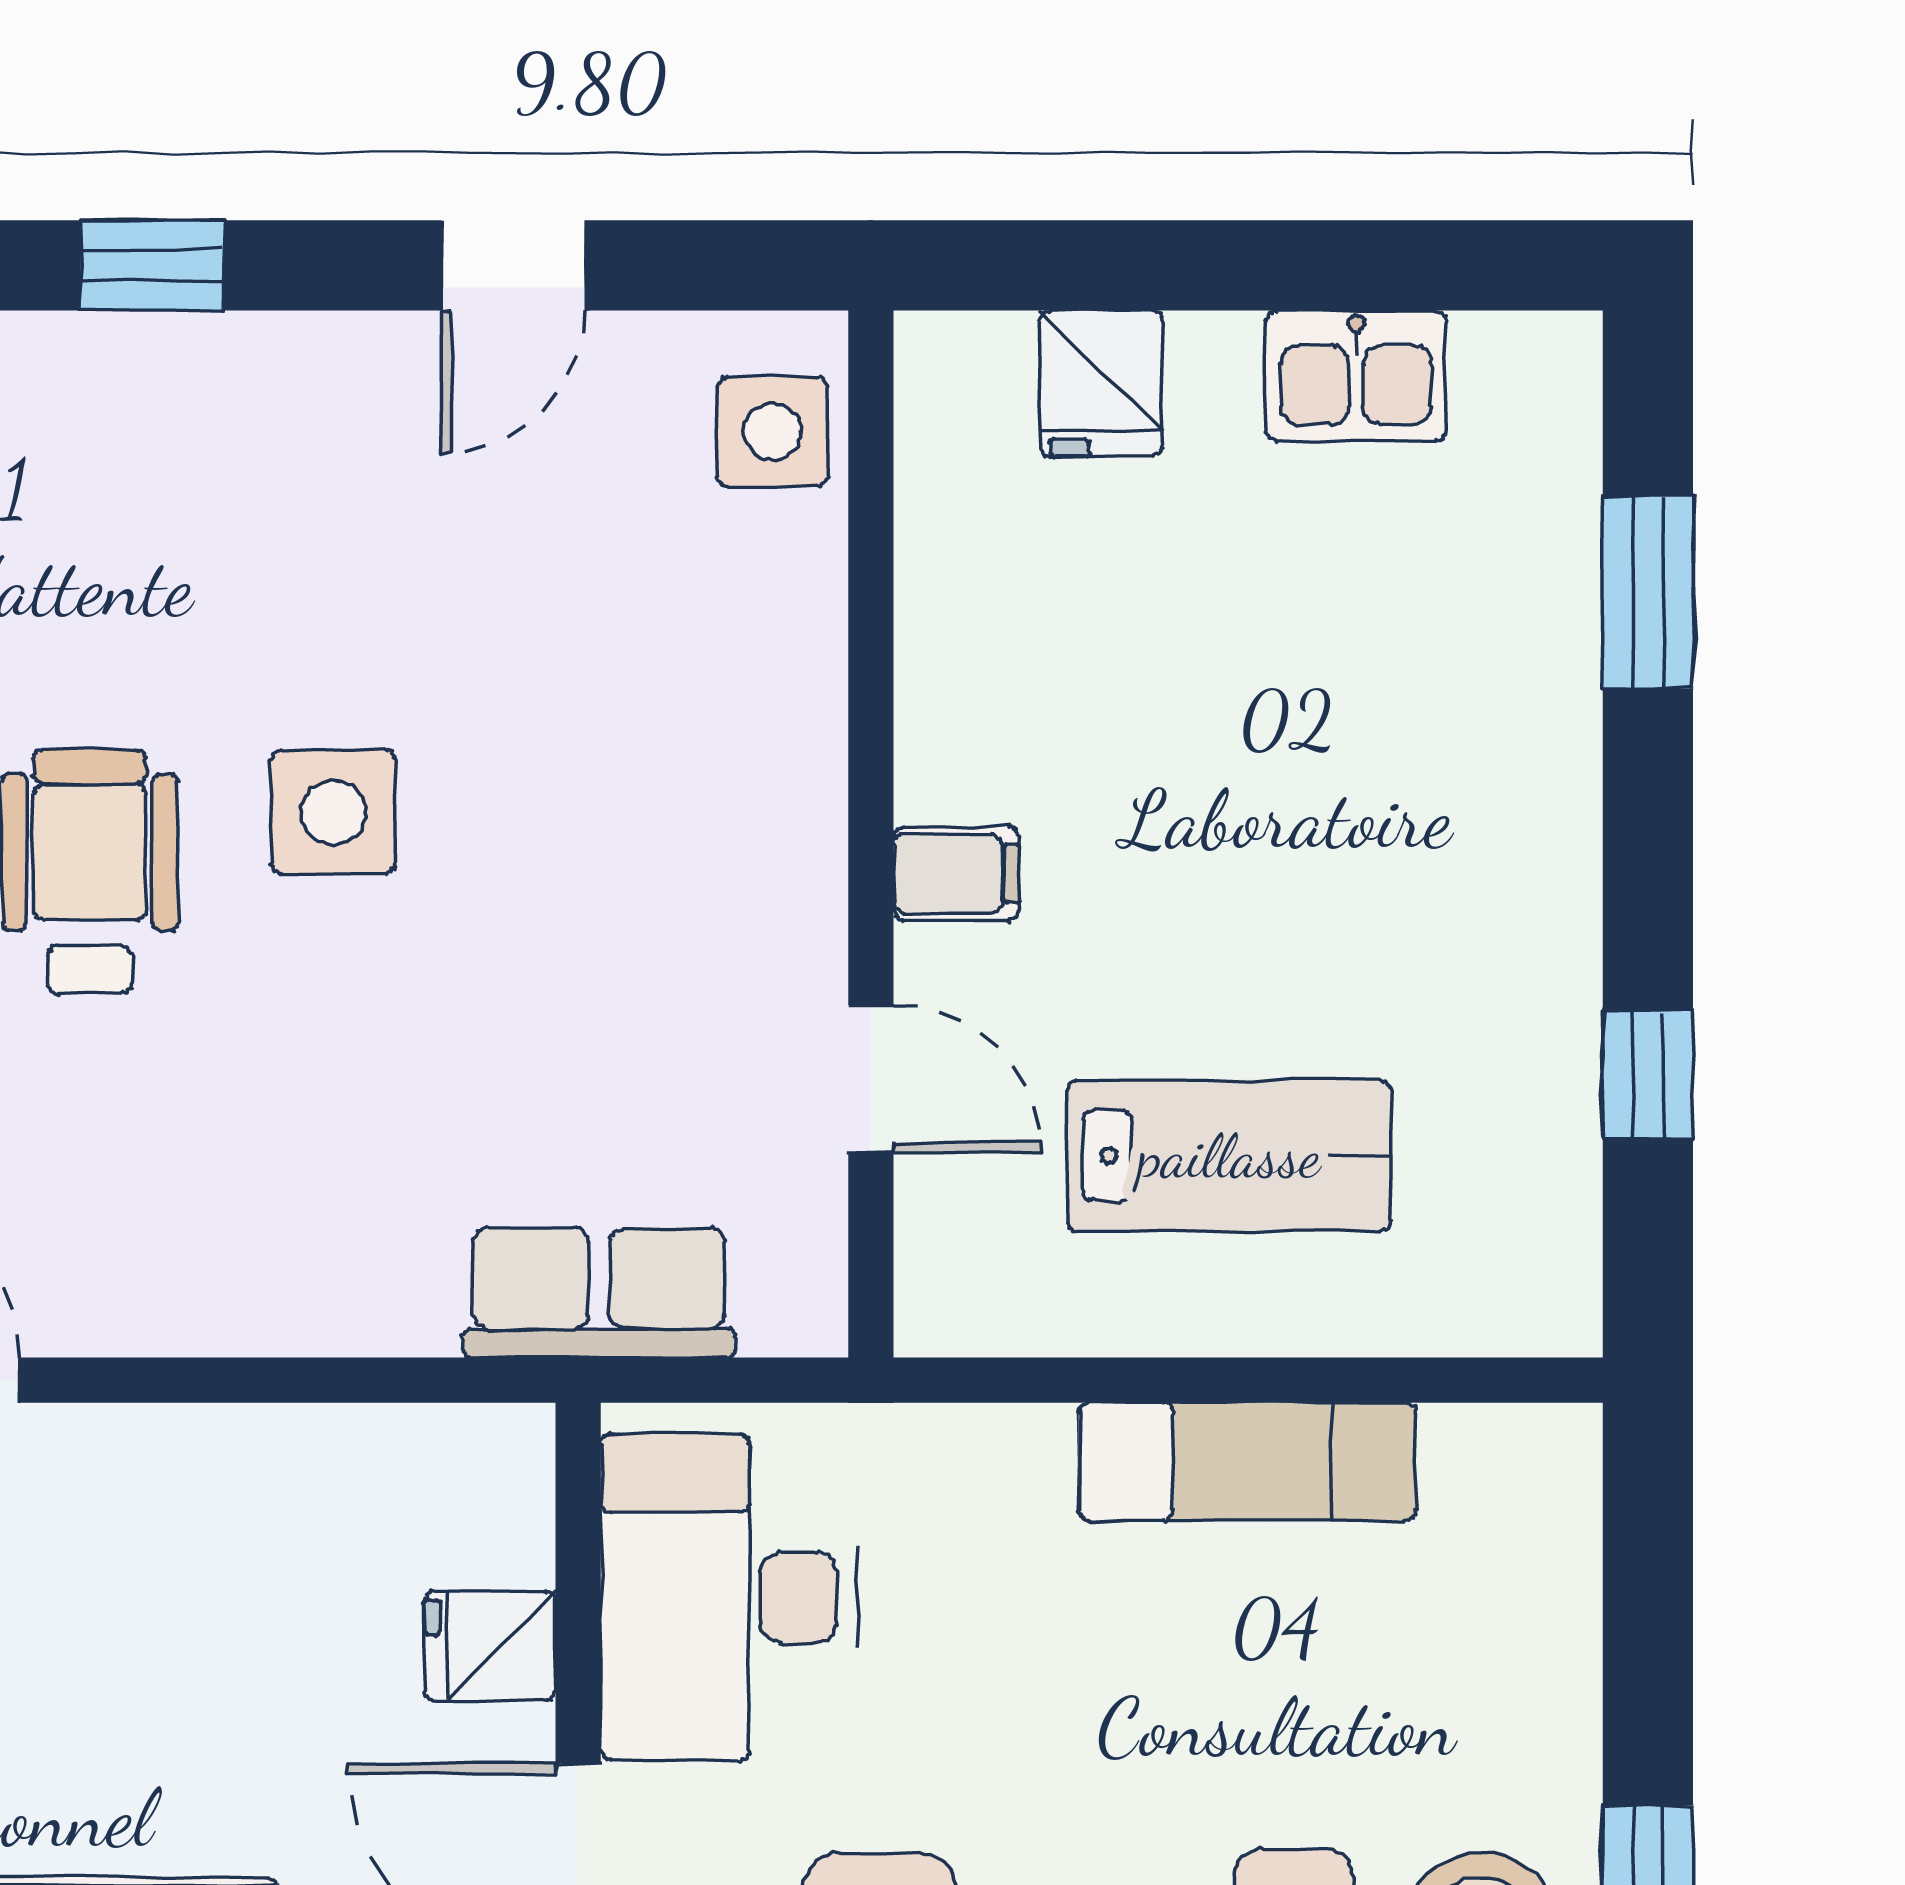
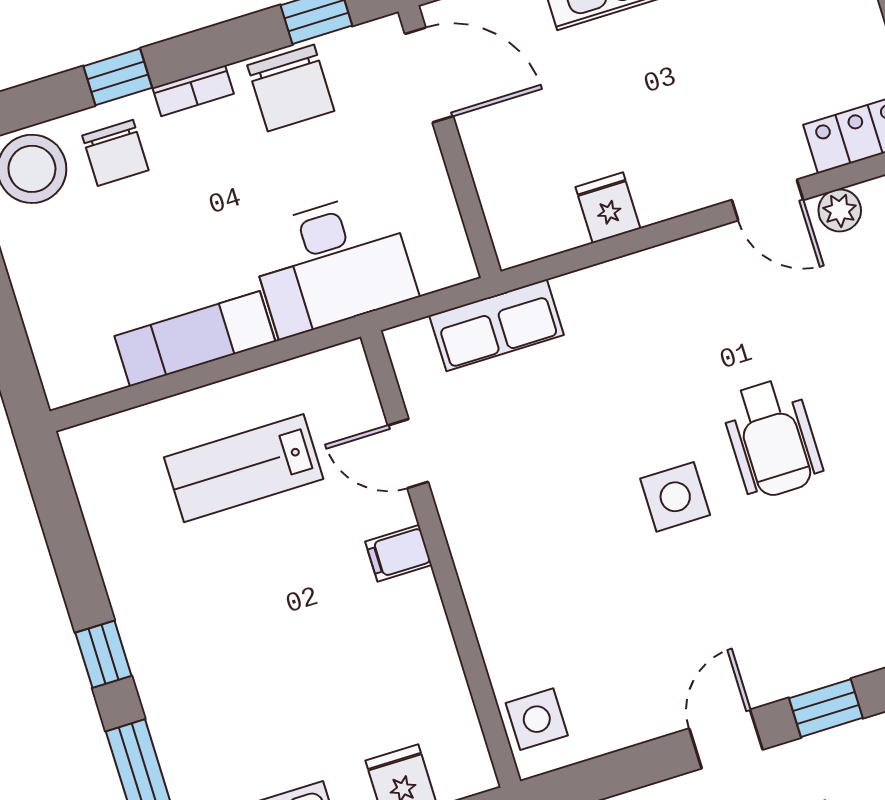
door: (513, 265) -> (726, 739), moved
window: (1648, 1075) -> (103, 654), moved
desk: (729, 1597) -> (332, 264), moved, turned 90
fridge: (490, 1646) -> (608, 208), moved, turned -90

